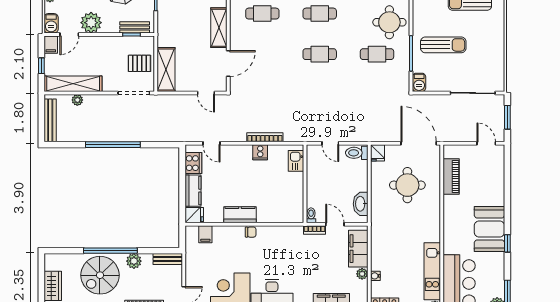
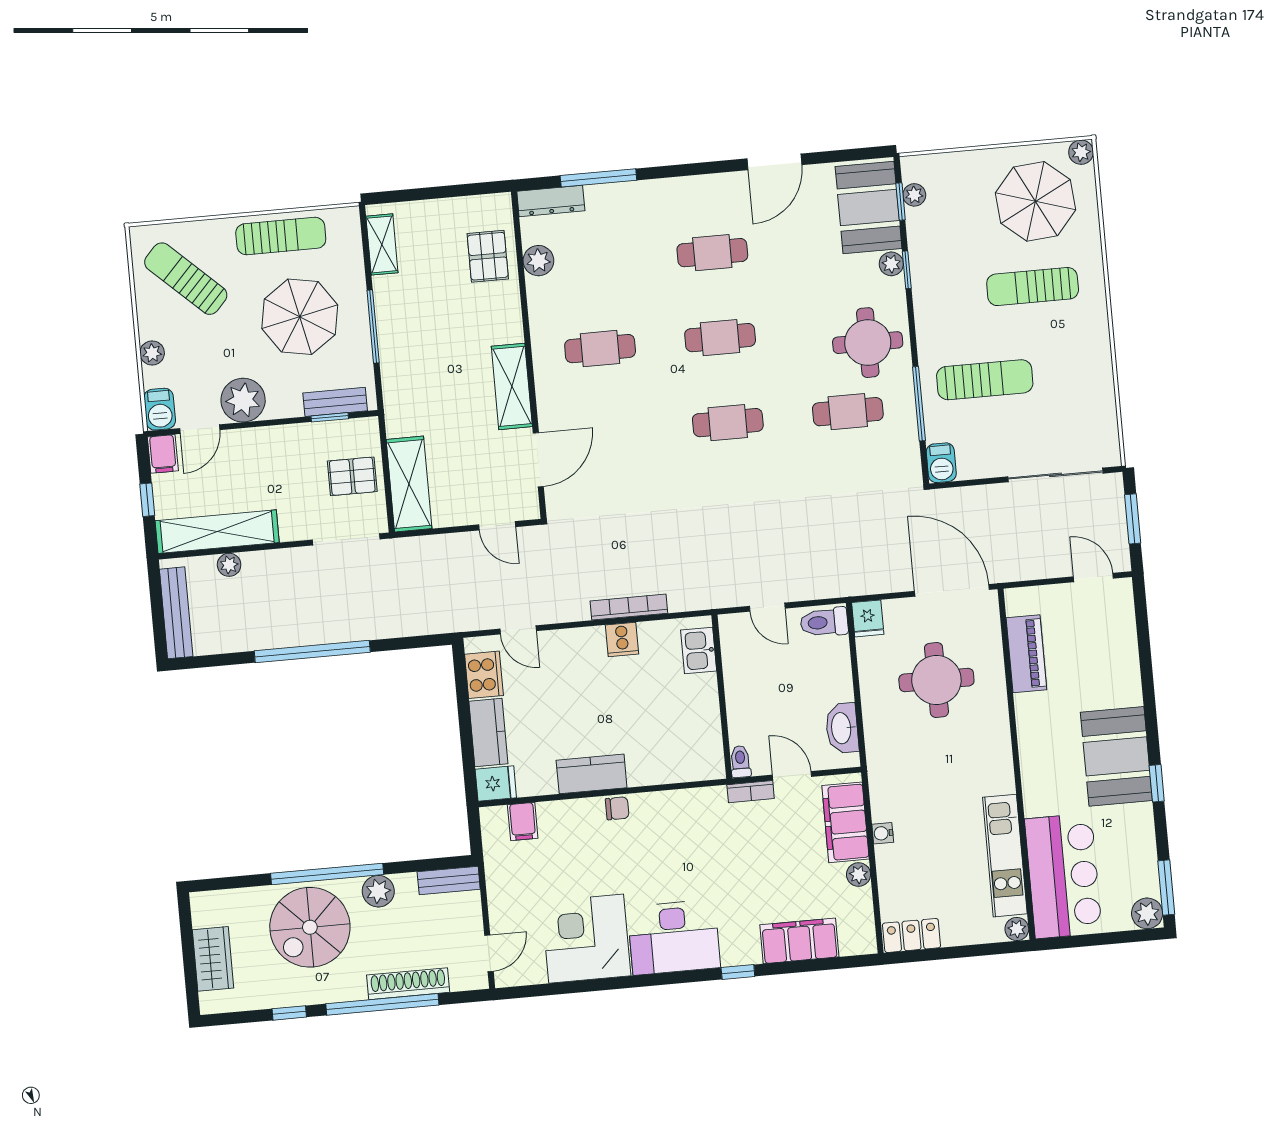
water cooler: (375, 276) -> (883, 833), moved

